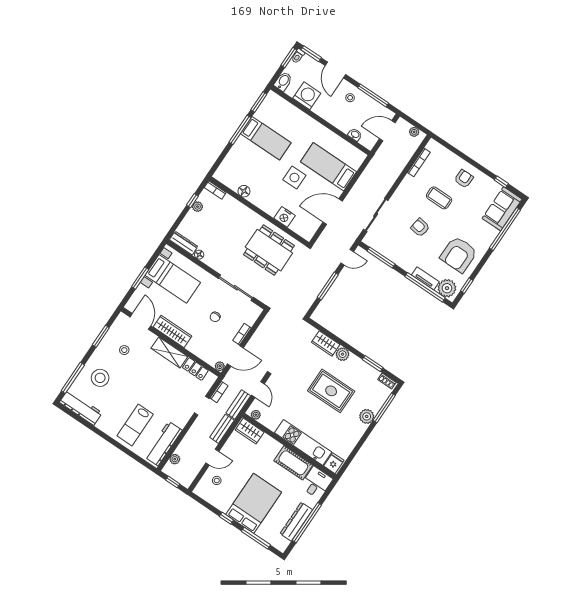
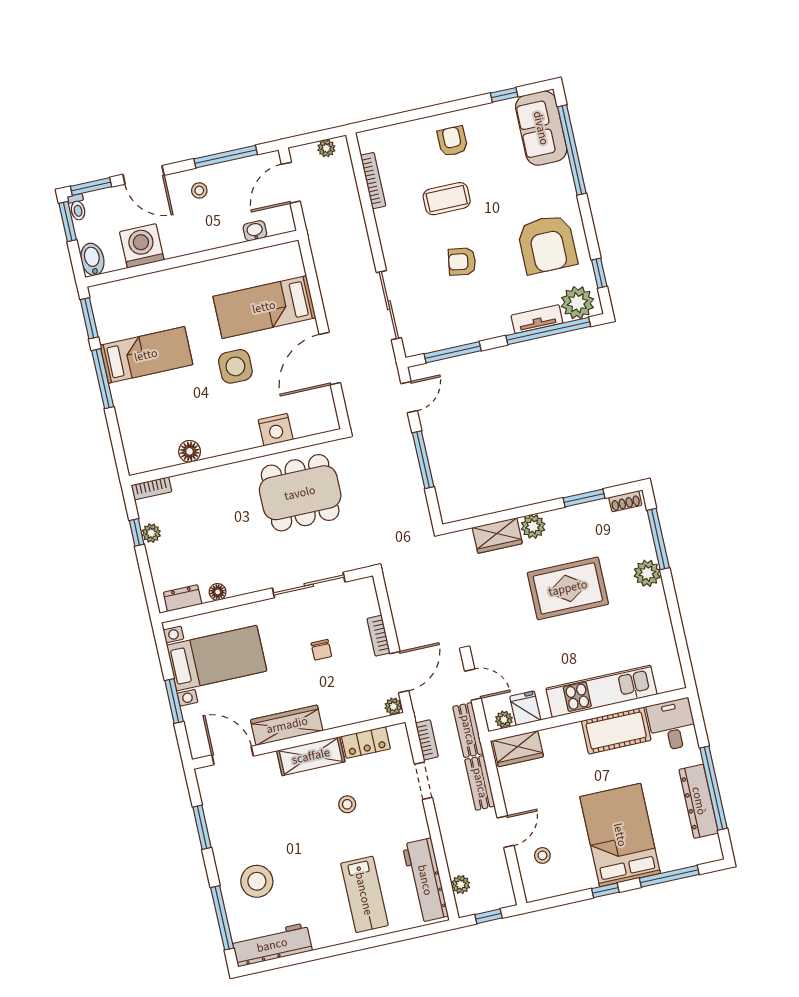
dresser: (184, 243) -> (183, 598), width x0.70
stool: (124, 350) -> (347, 804), moved
fridge: (334, 463) -> (525, 708), moved

